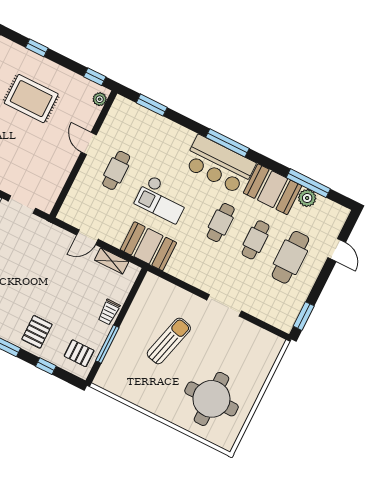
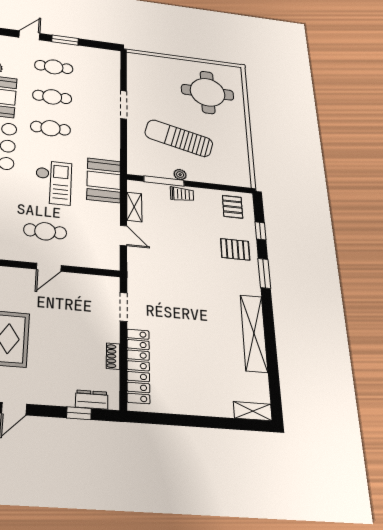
door: (89, 144) -> (49, 267), moved
cafe table: (290, 257) -> (54, 67), width x0.73, depth x0.74
window: (304, 316) -> (65, 40), moved
plant: (130, 321) -> (180, 175), added
sun lounger: (169, 341) -> (179, 138), width x1.36, depth x1.34
window: (107, 344) -> (164, 181), moved

